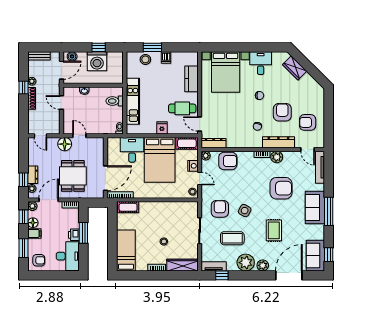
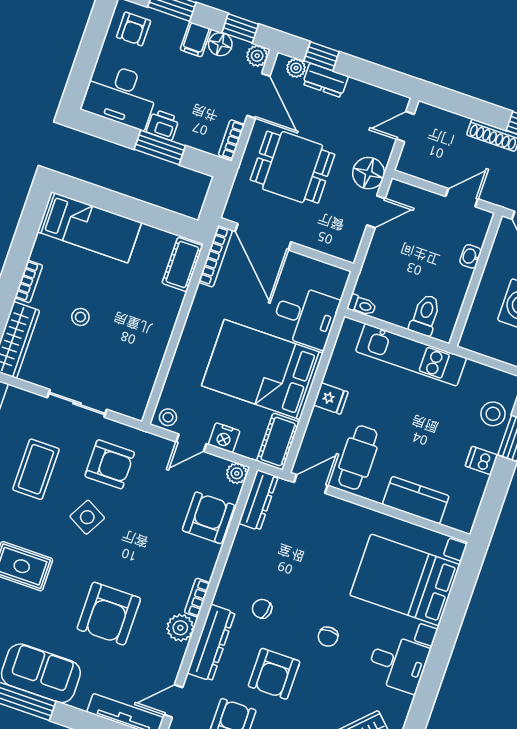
armchair: (282, 112) -> (274, 674), turned 90
armchair: (228, 161) -> (208, 518), turned 180

